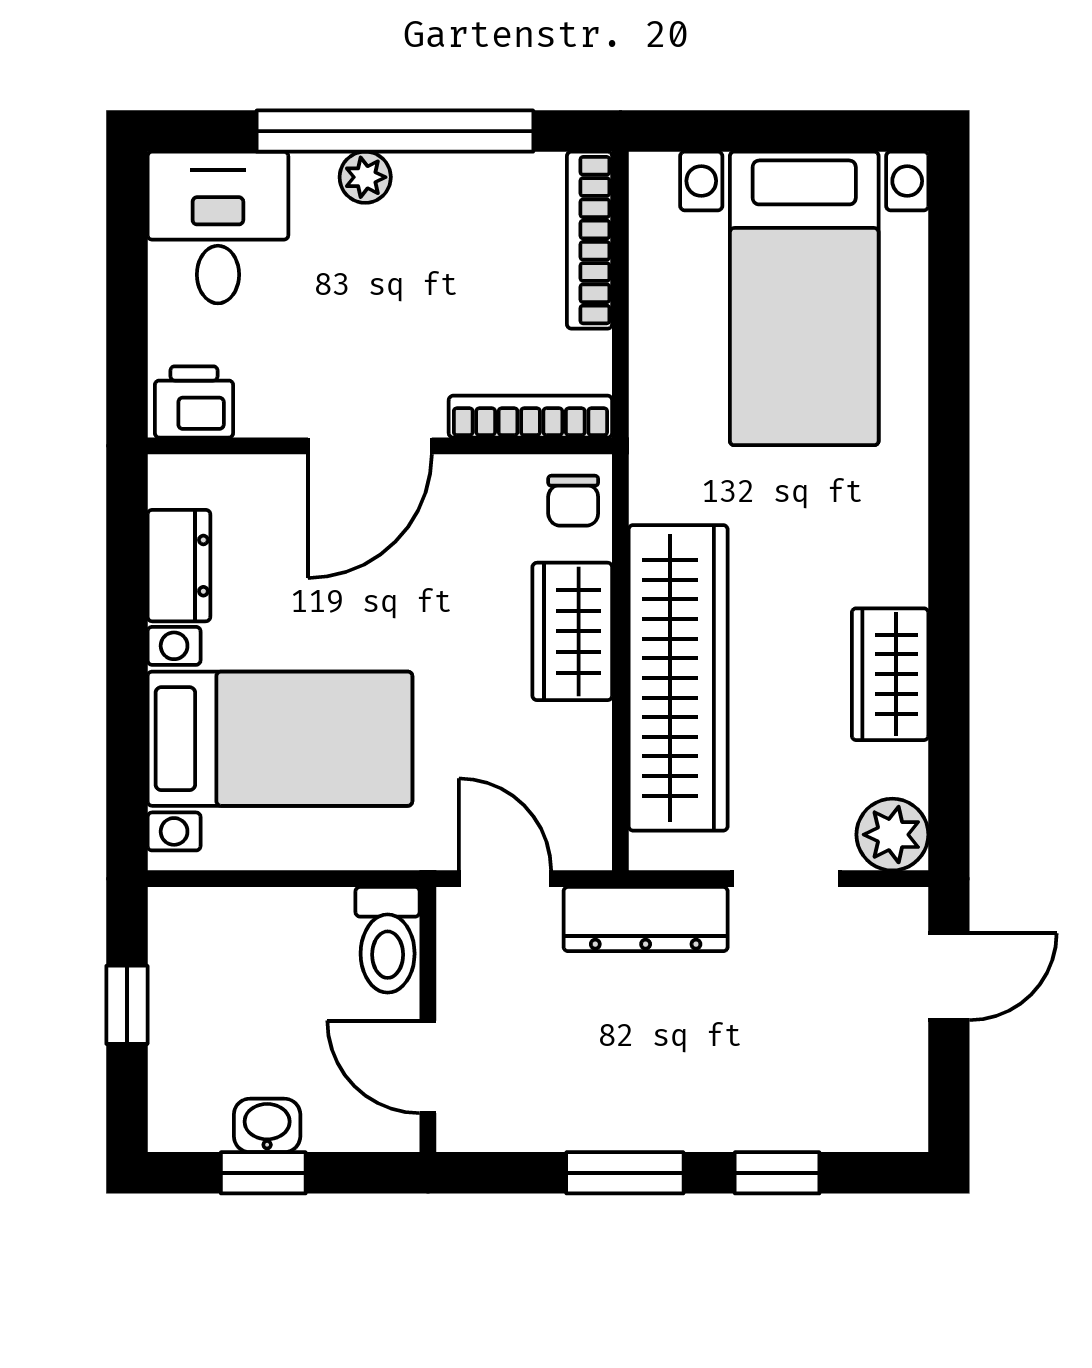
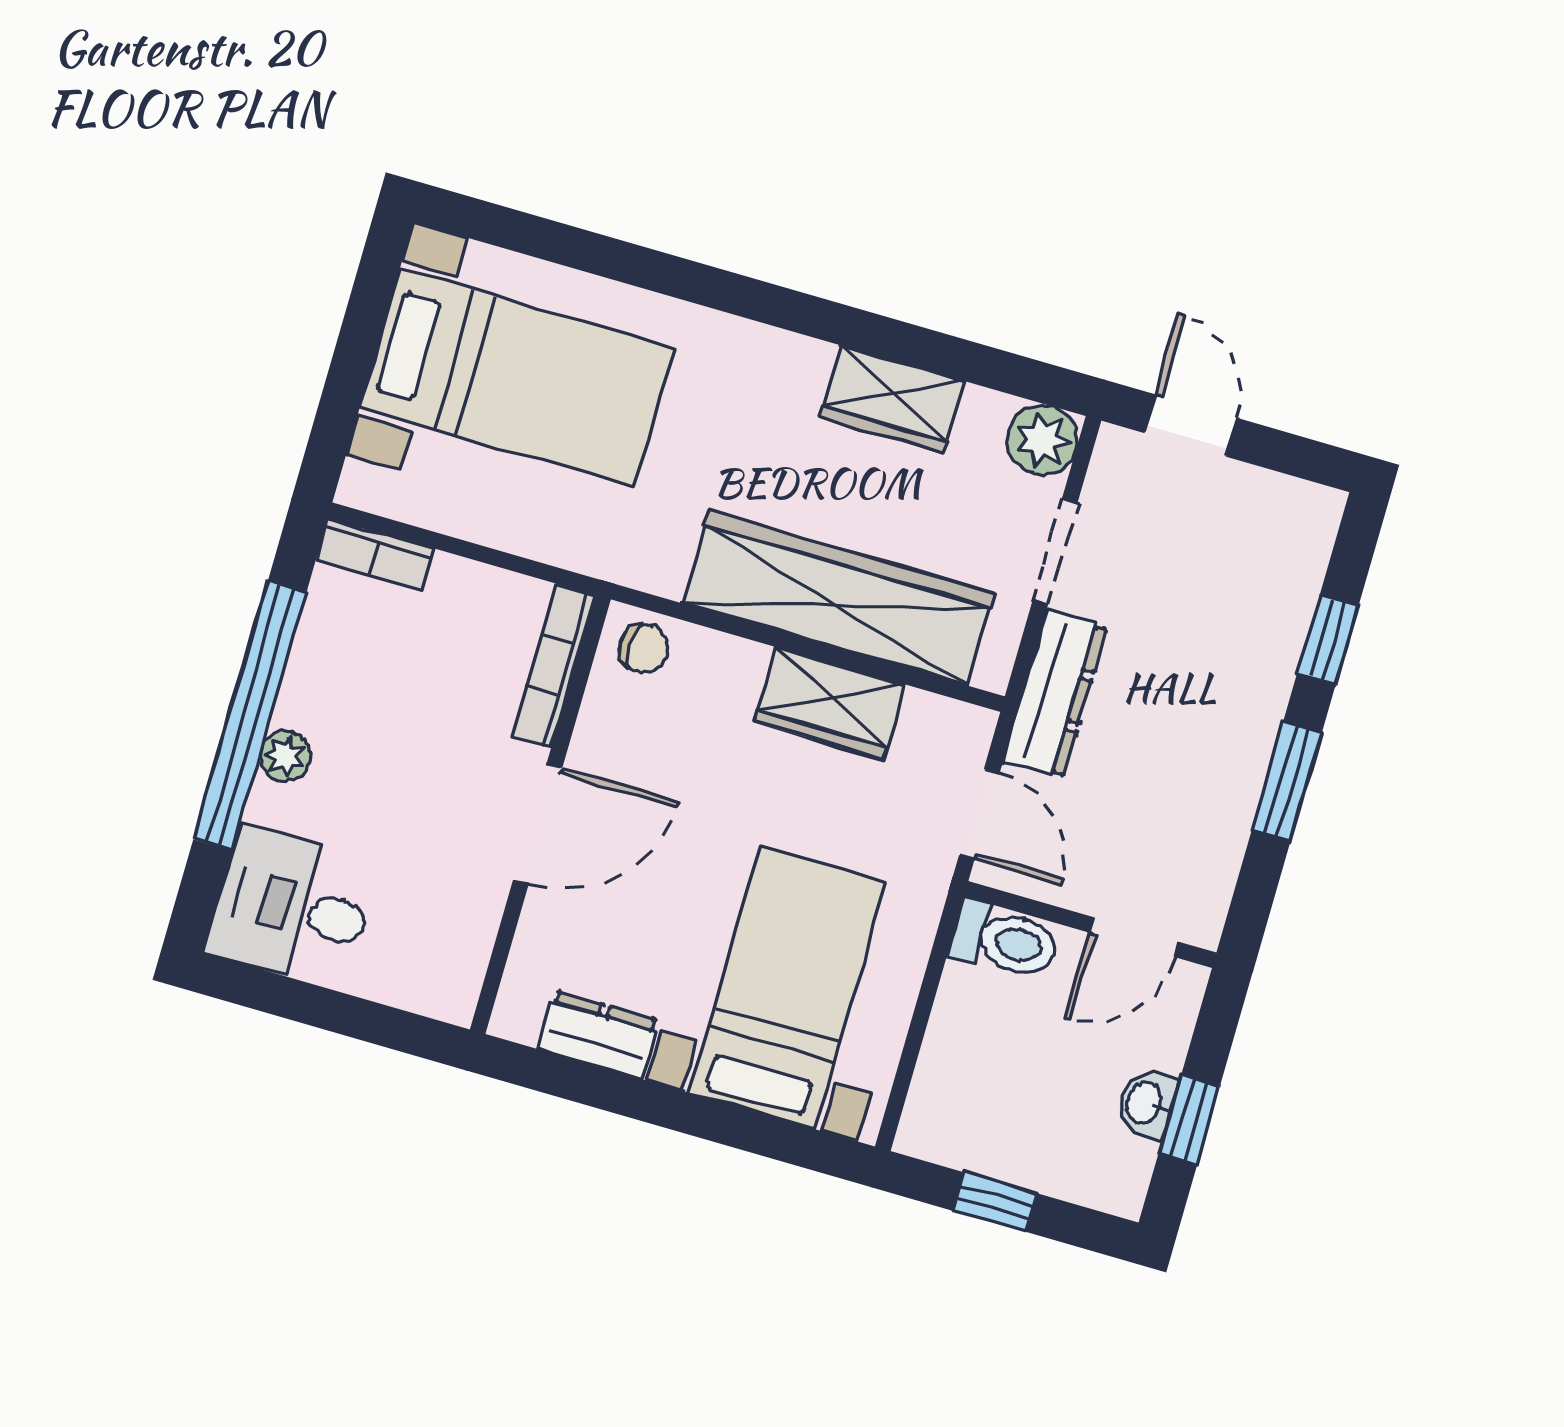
bookcase: (589, 240) -> (375, 554), width x0.64
printer: (194, 402) -> (449, 977), removed
door: (370, 446) -> (538, 824), hinge flipped
wardrobe: (572, 631) -> (830, 703), moved
door: (505, 879) -> (979, 814), swing flipped

